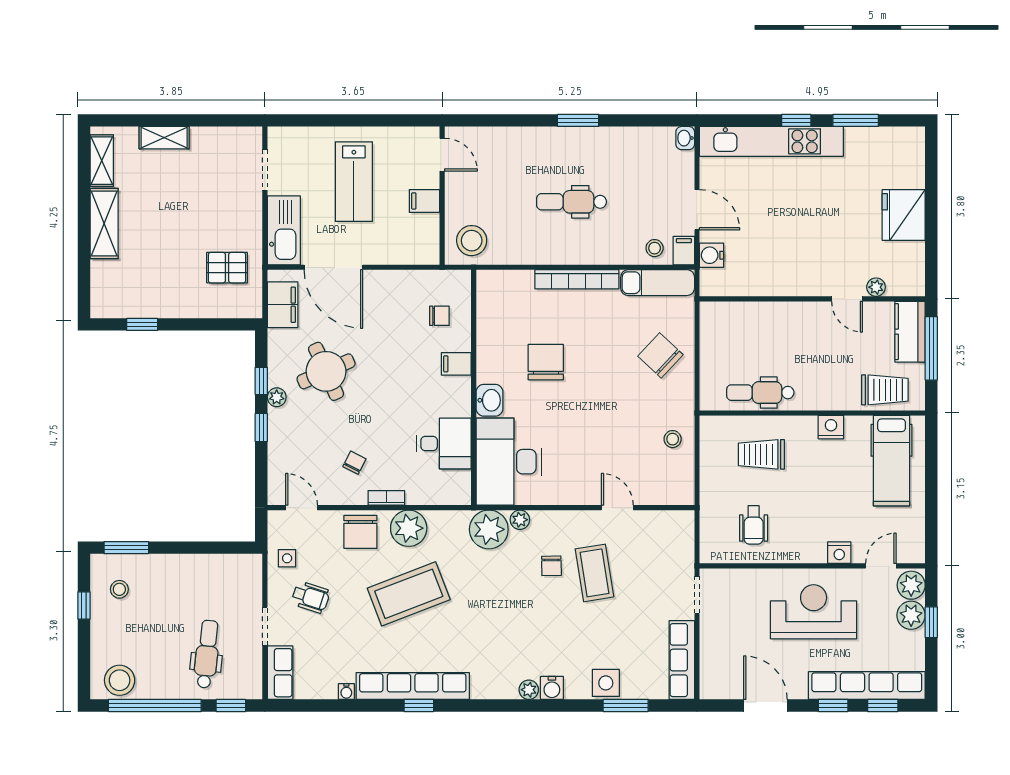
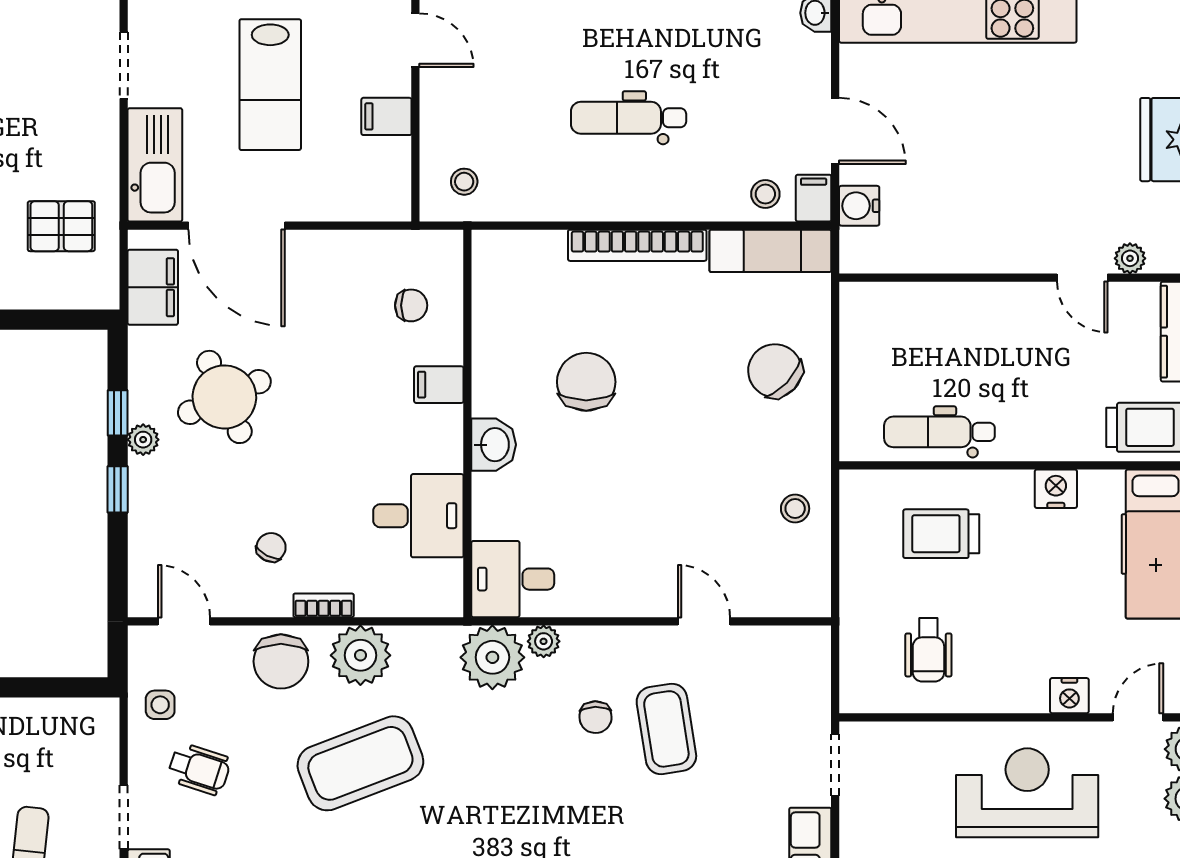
stool: (472, 241) -> (464, 182), width x0.53, depth x0.53
desk: (509, 462) -> (513, 579), width x0.53, depth x0.77

